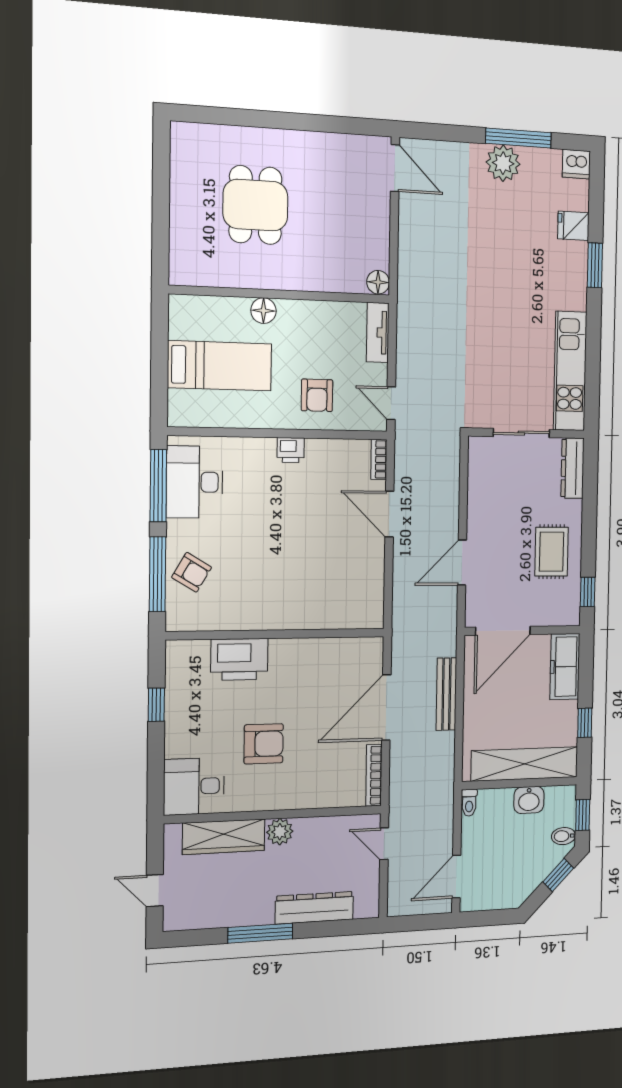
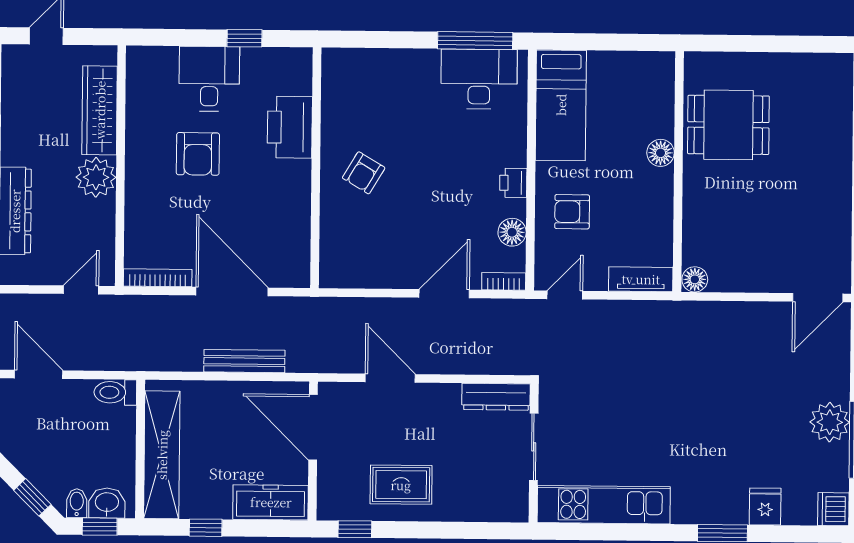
dining table: (255, 205) -> (728, 125), moved
bed: (220, 366) -> (561, 105), moved
floor lamp: (335, 451) -> (512, 232), added
dresser: (572, 468) -> (496, 397), moved, turned 180
armchair: (192, 572) -> (364, 173), moved
window: (158, 574) -> (382, 40), removed
desk: (194, 786) -> (209, 79), moved
washbasin: (529, 800) -> (107, 503), moved, turned 90
toilet: (469, 803) -> (115, 392), width x1.37, depth x1.39
plant: (280, 832) -> (96, 177), width x1.36, depth x1.36

